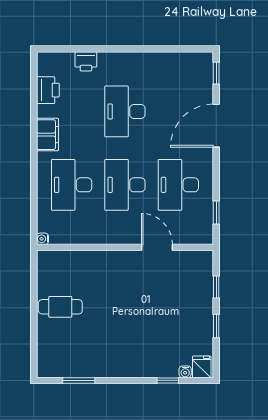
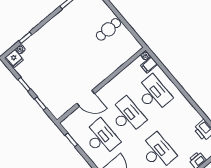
filing cabinet: (47, 135) -> (149, 65), moved, width x0.50

